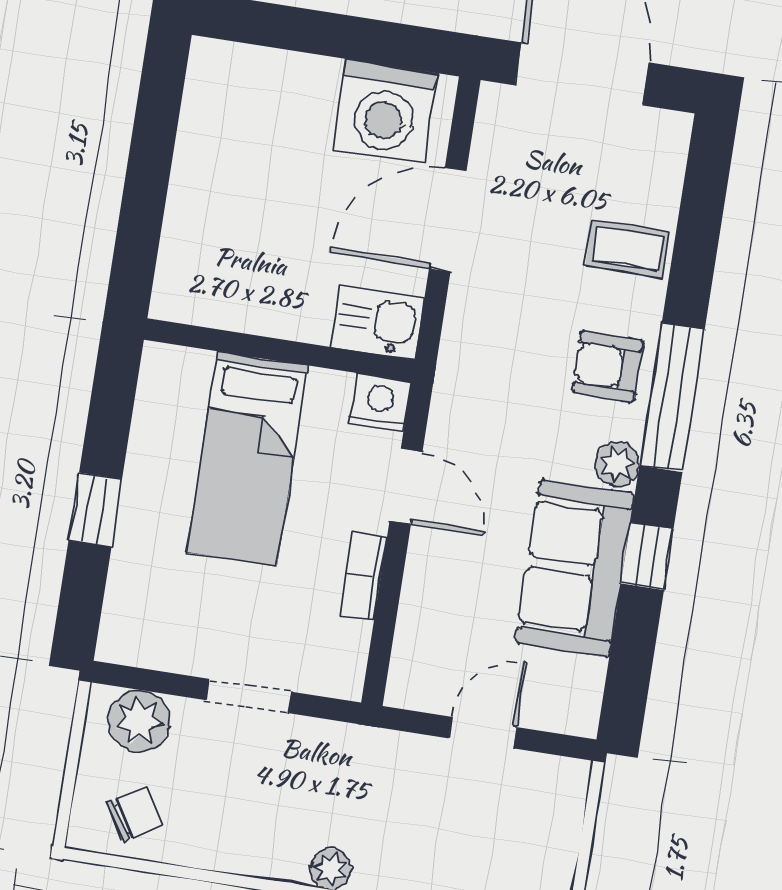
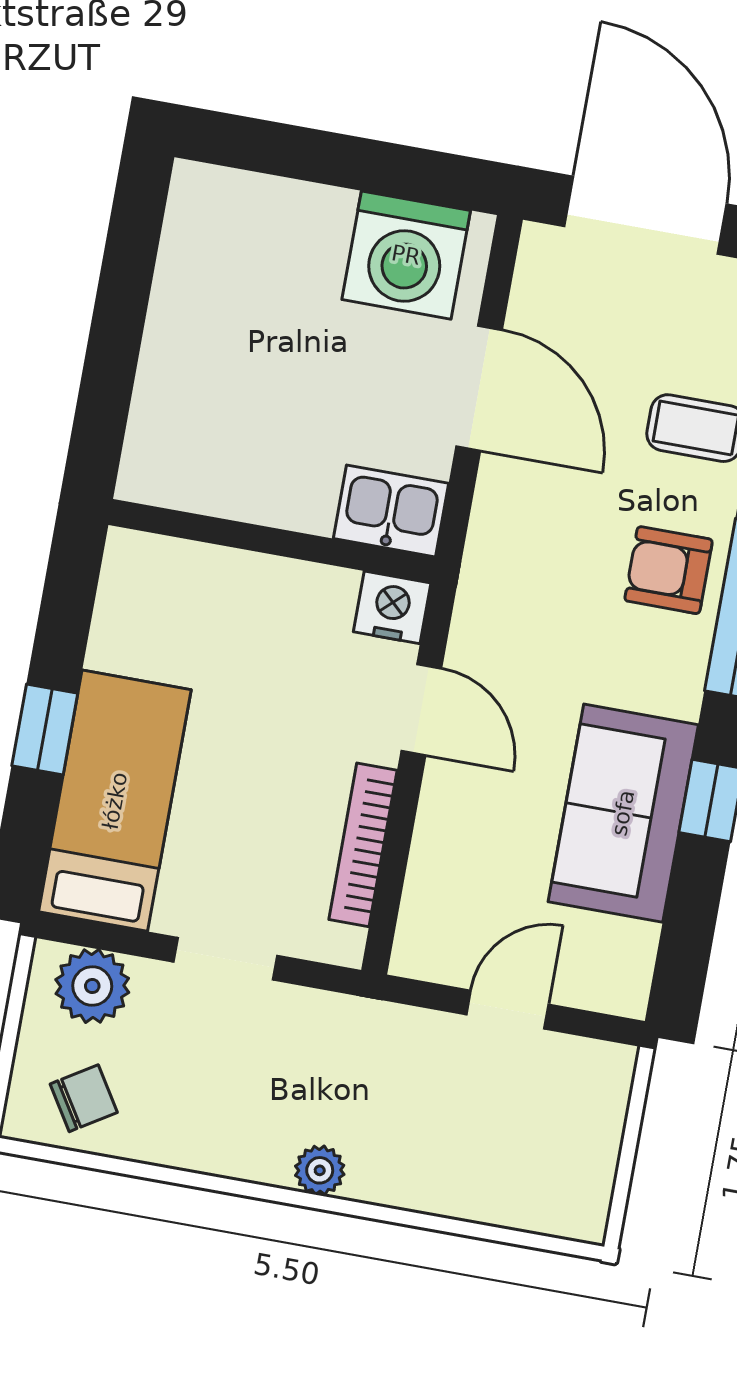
door: (448, 220) -> (479, 388), swing flipped
bed: (247, 459) -> (115, 801), moved, turned 180
plant: (617, 464) -> (678, 688), removed
bookcase: (364, 576) -> (363, 845), width x1.56

